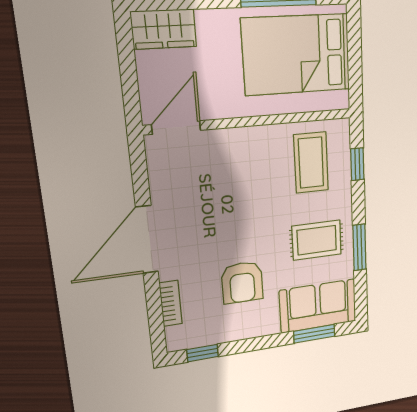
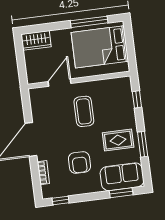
door: (176, 127) -> (60, 83), moved
coffee table: (311, 163) -> (84, 111), moved

